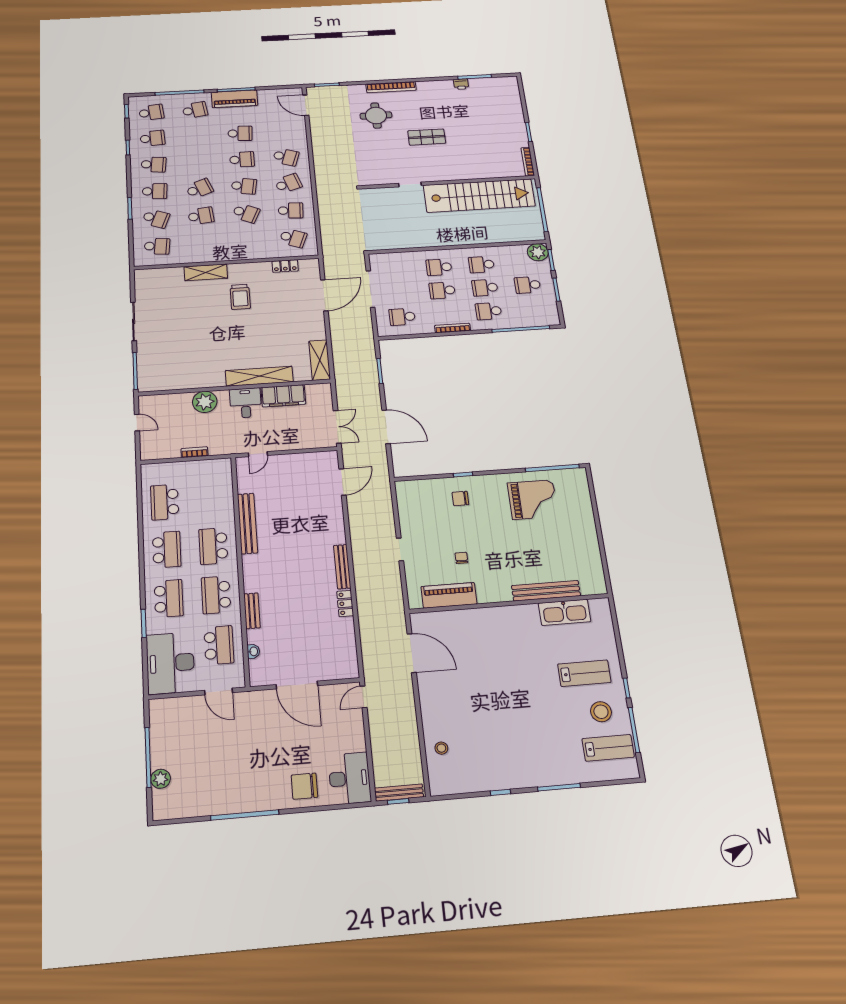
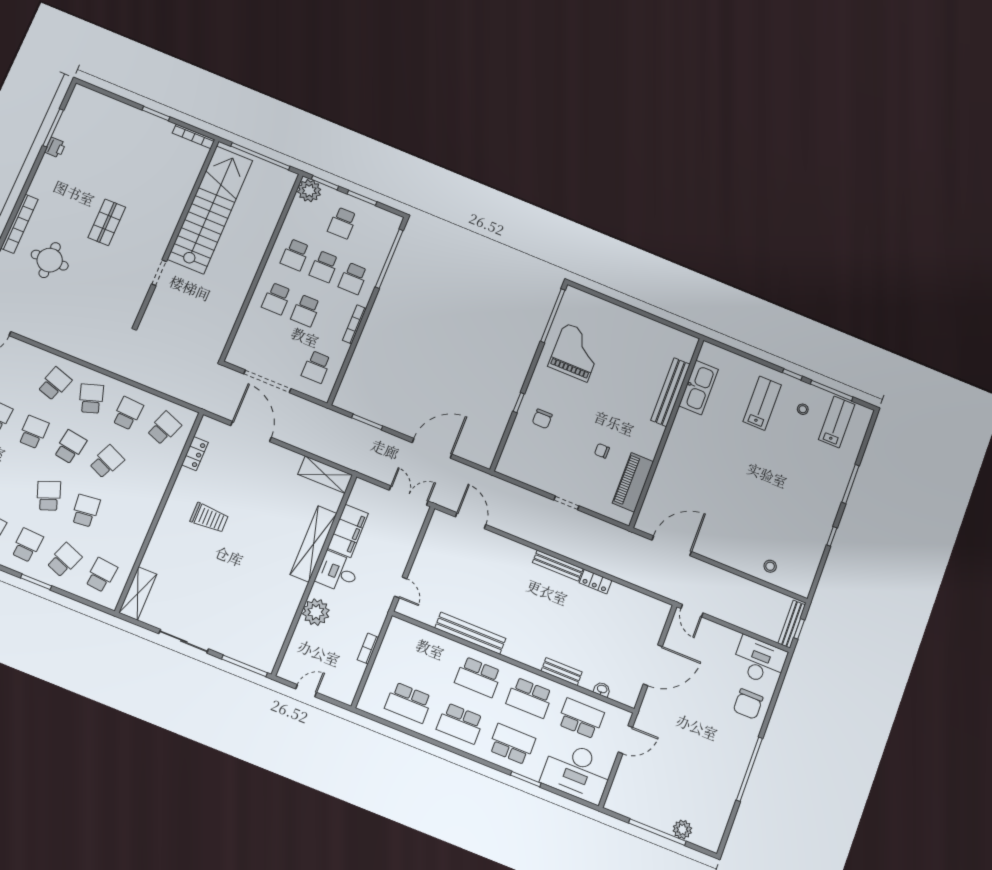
shelving: (206, 272) -> (138, 593), moved
school desk: (167, 550) -> (460, 723), turned 180
stool: (601, 712) -> (803, 409), width x0.53, depth x0.53

